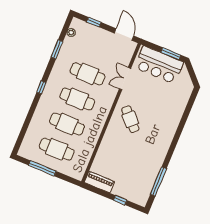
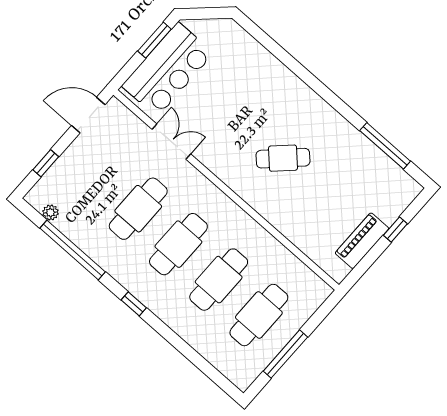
window: (57, 49) -> (73, 250), width x2.11
double door: (125, 79) -> (171, 142), swing flipped
cafe table: (130, 119) -> (283, 158), moved
piano: (99, 182) -> (362, 241), moved

